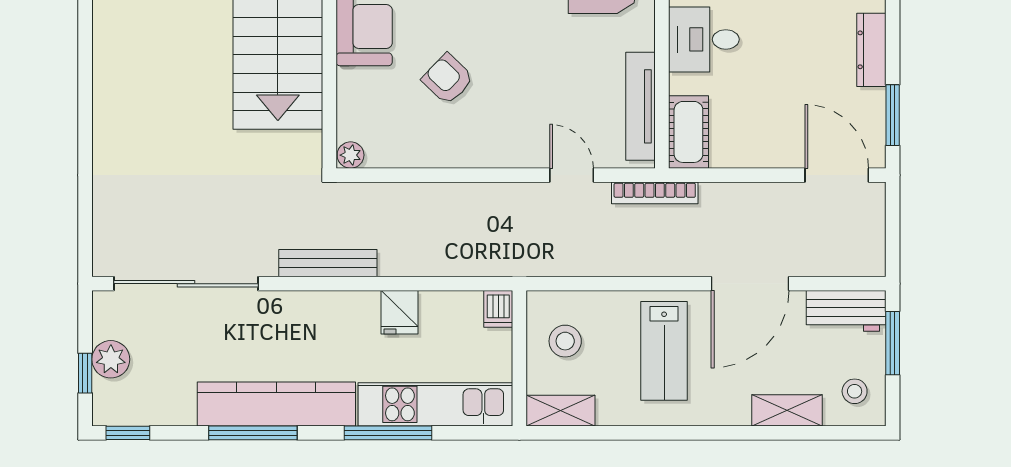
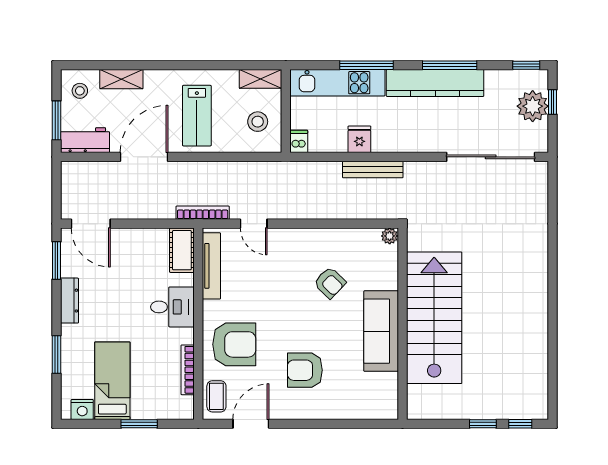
bench: (328, 263) -> (373, 170), moved
lab bench: (664, 351) -> (197, 116), turned 180
plant: (111, 359) -> (533, 106), width x1.36, depth x1.36

